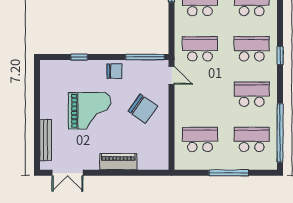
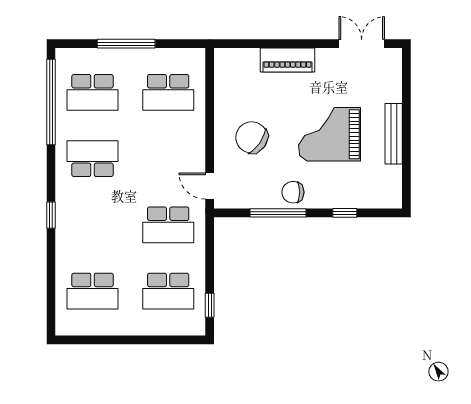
school desk: (252, 49) -> (93, 225), removed
window: (145, 57) -> (278, 213), moved
school desk: (252, 94) -> (93, 159), turned 180
bench: (46, 140) -> (394, 134), moved

